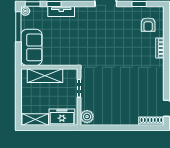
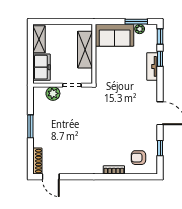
plant: (25, 11) -> (140, 29), moved
window: (18, 27) -> (136, 22), width x0.69
plant: (87, 117) -> (53, 93), moved
window: (118, 128) -> (30, 126), added

